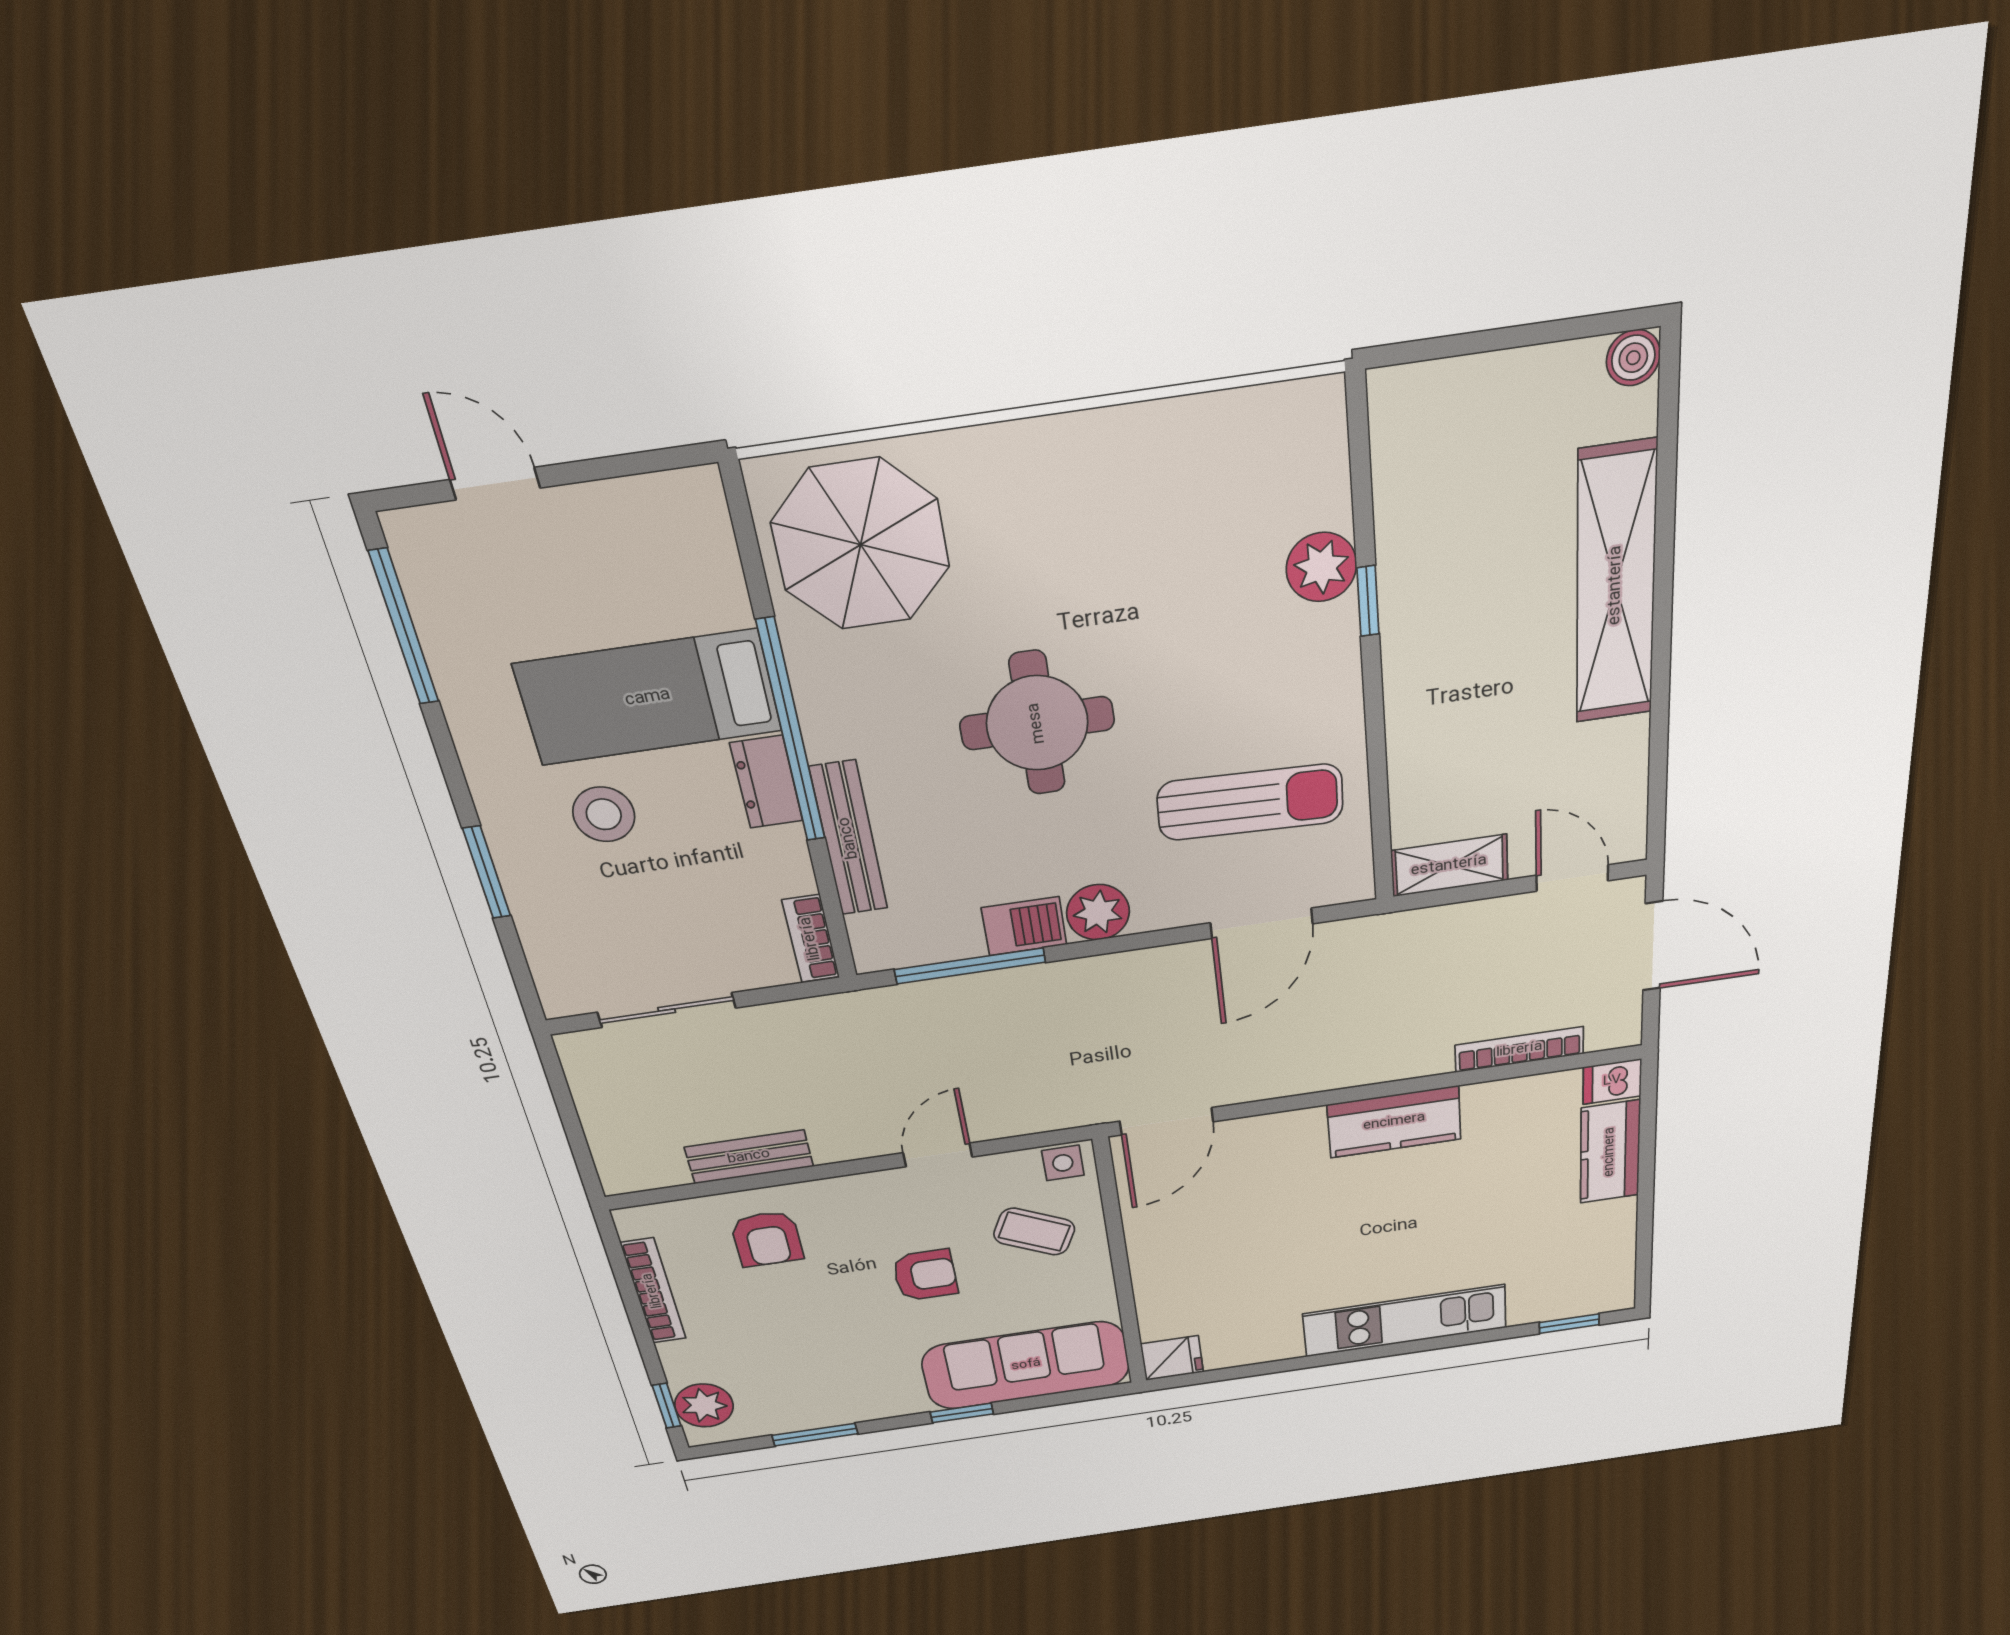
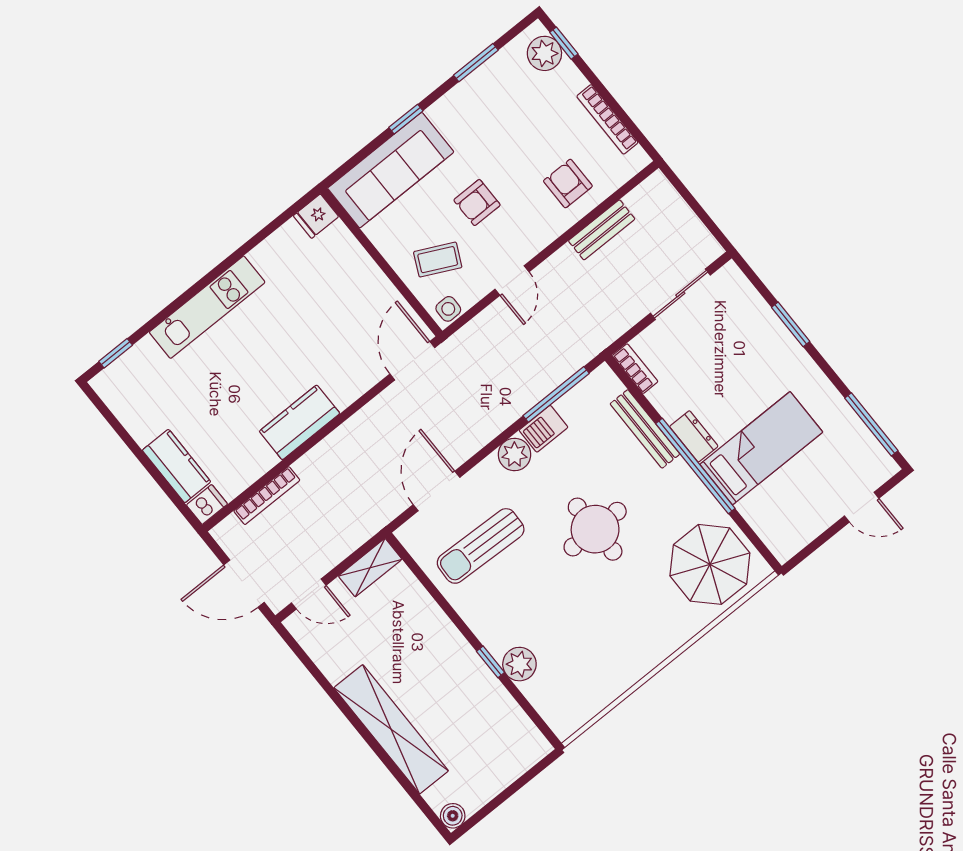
stool: (604, 814) -> (754, 382), removed

